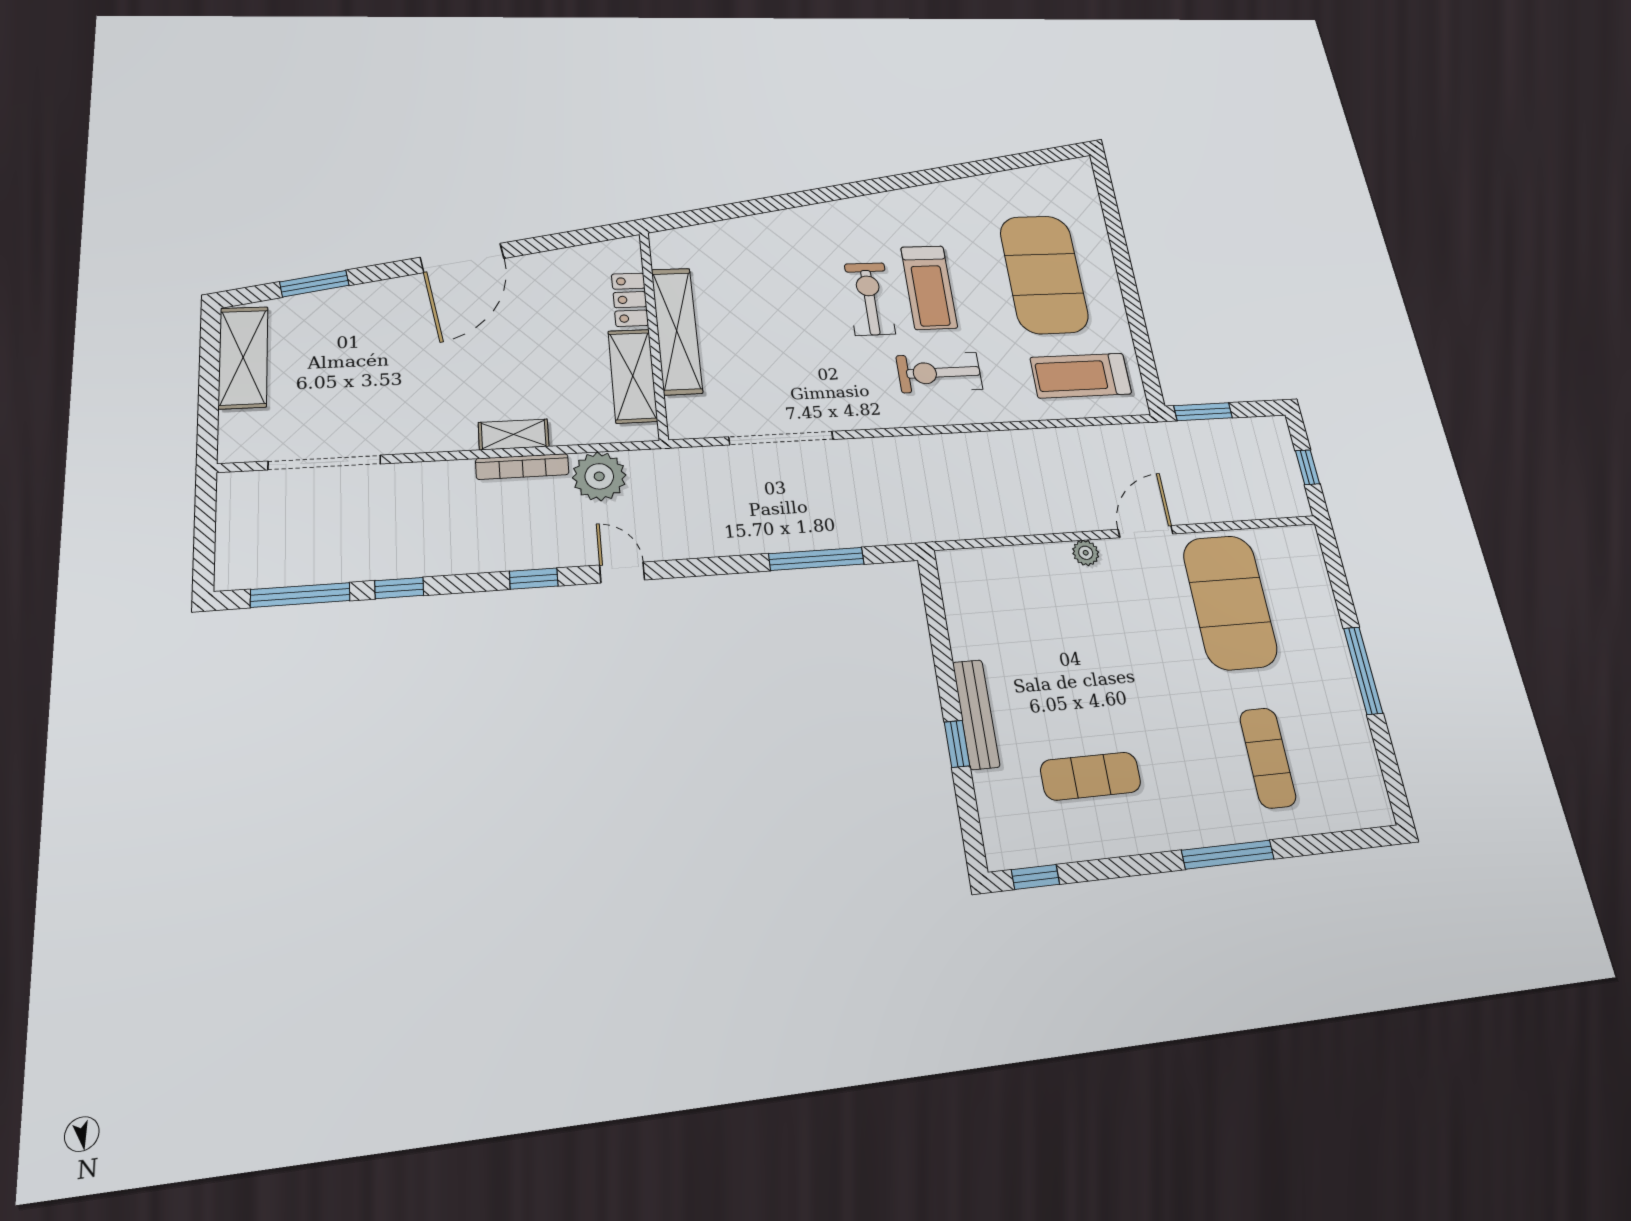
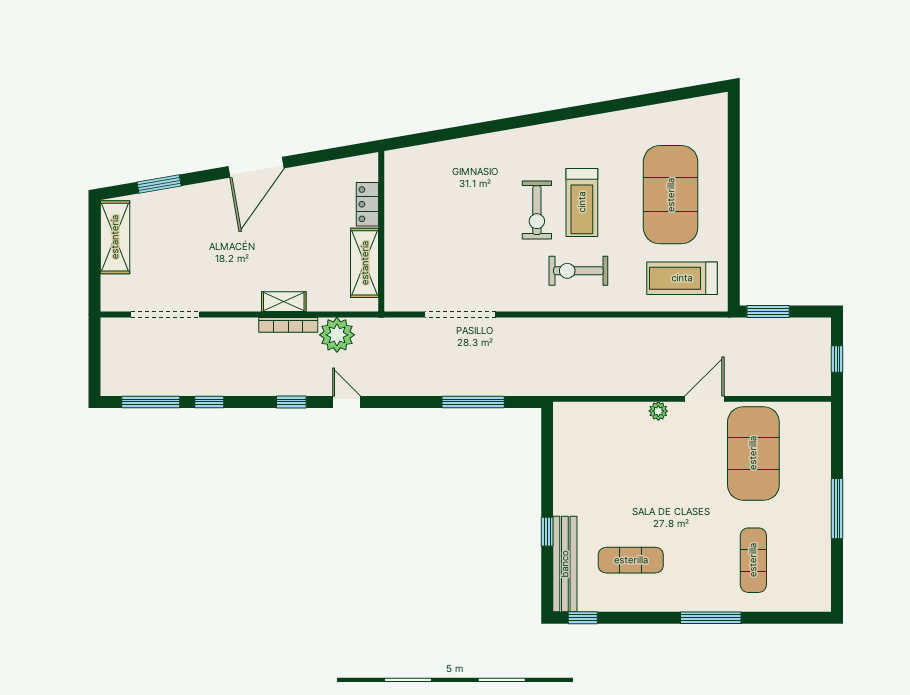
exercise bike: (870, 299) -> (537, 210), turned 180
shelving: (677, 331) -> (397, 230), removed
bench: (976, 714) -> (565, 564), moved, width x1.37, depth x1.21

